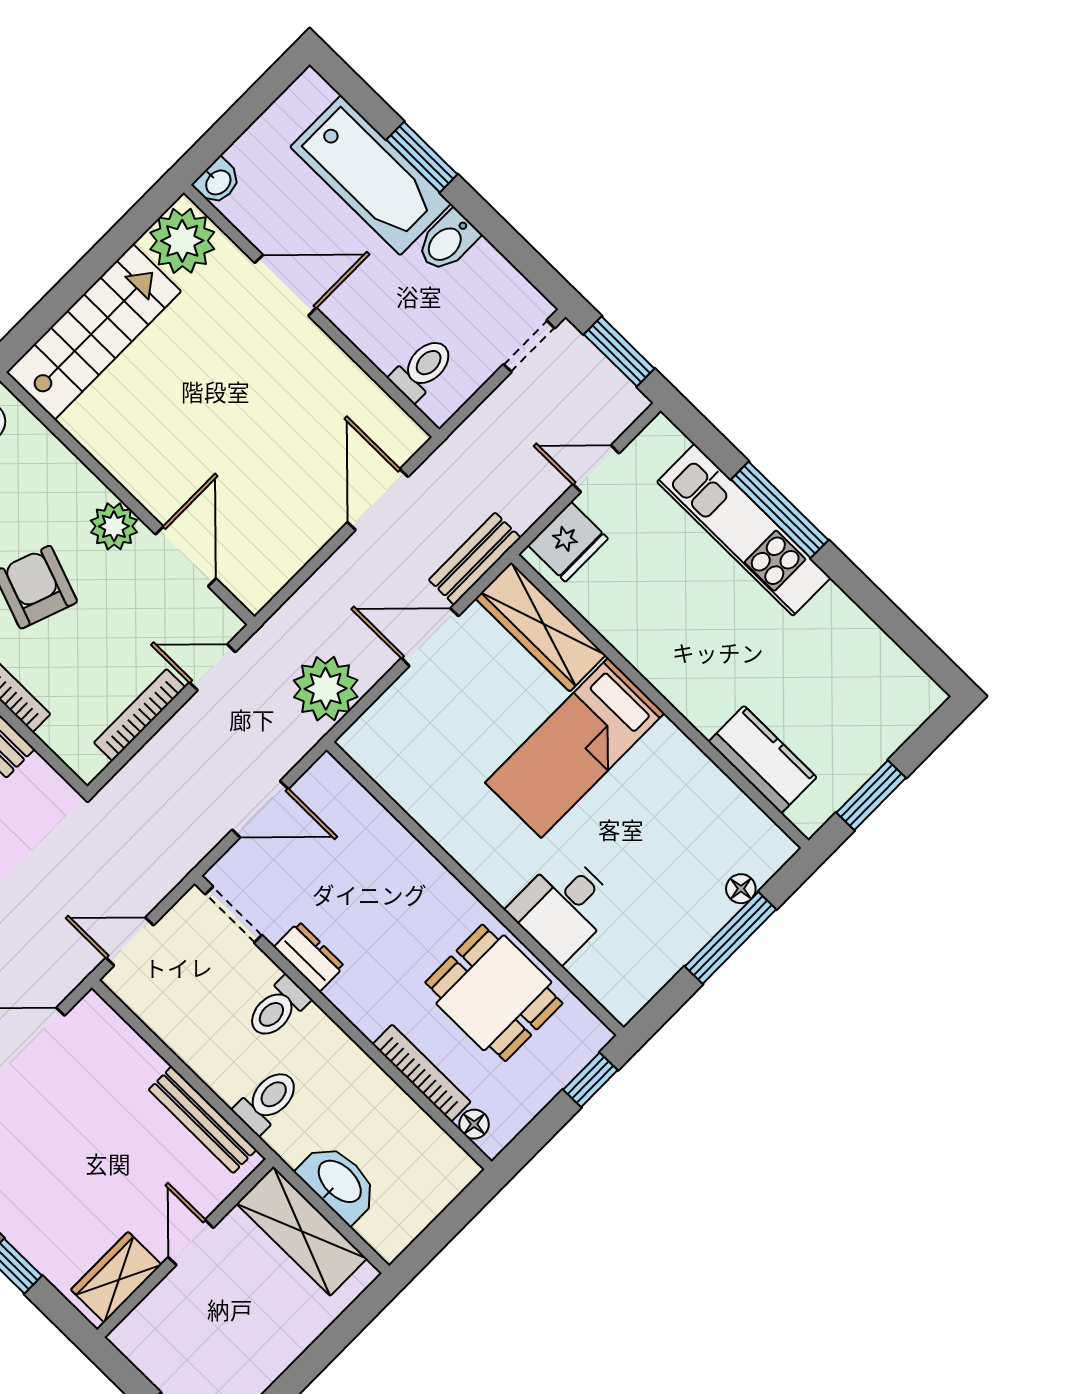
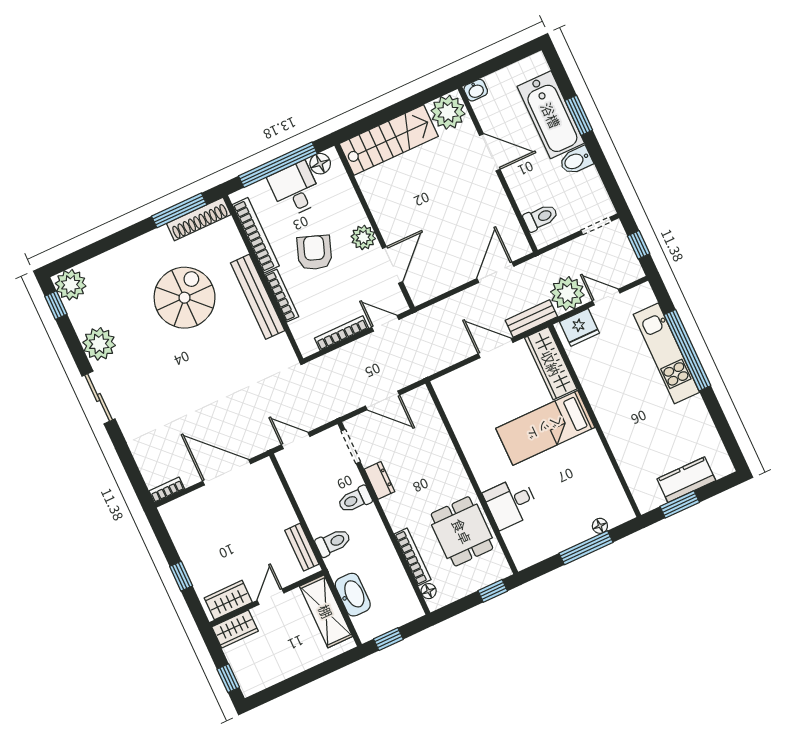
window: (619, 351) -> (639, 245), width x0.67
window: (780, 510) -> (687, 350), width x1.46
plant: (326, 689) -> (567, 293), moved
kitchen counter: (762, 760) -> (686, 480), moved, turned -90
bench: (203, 1120) -> (302, 547), width x0.73
window: (434, 1239) -> (388, 639), added
wardrobe: (148, 1325) -> (235, 629), added

